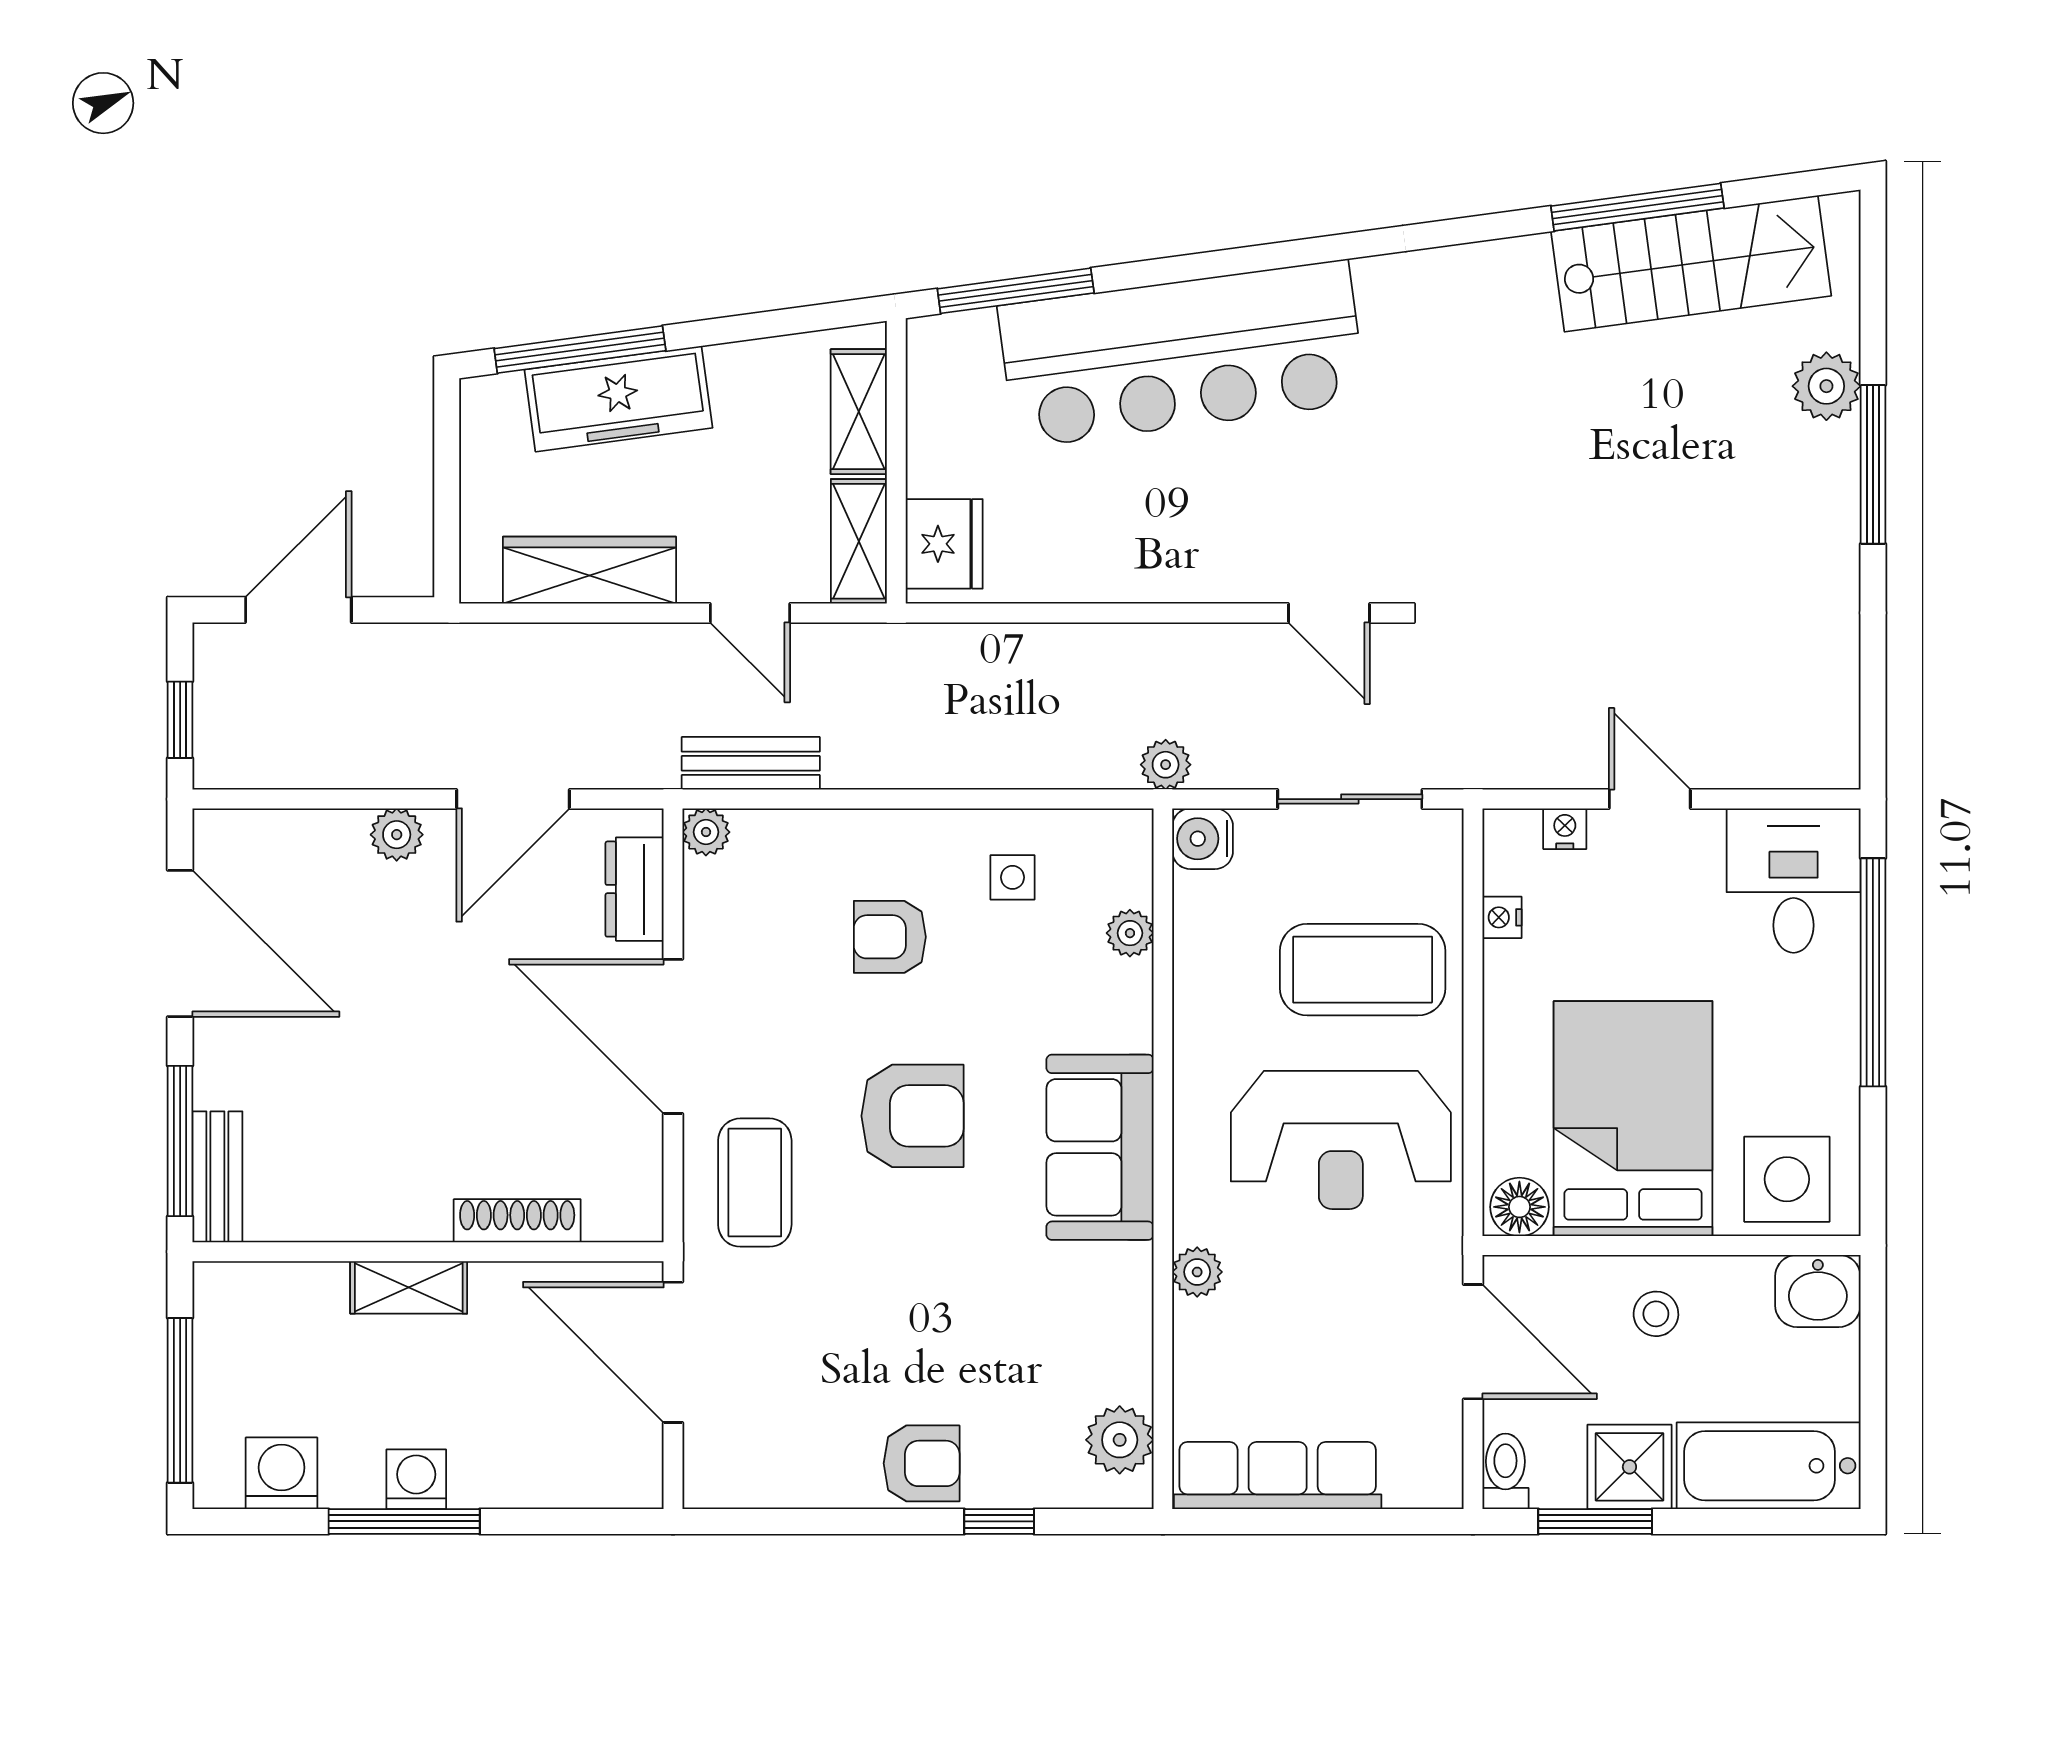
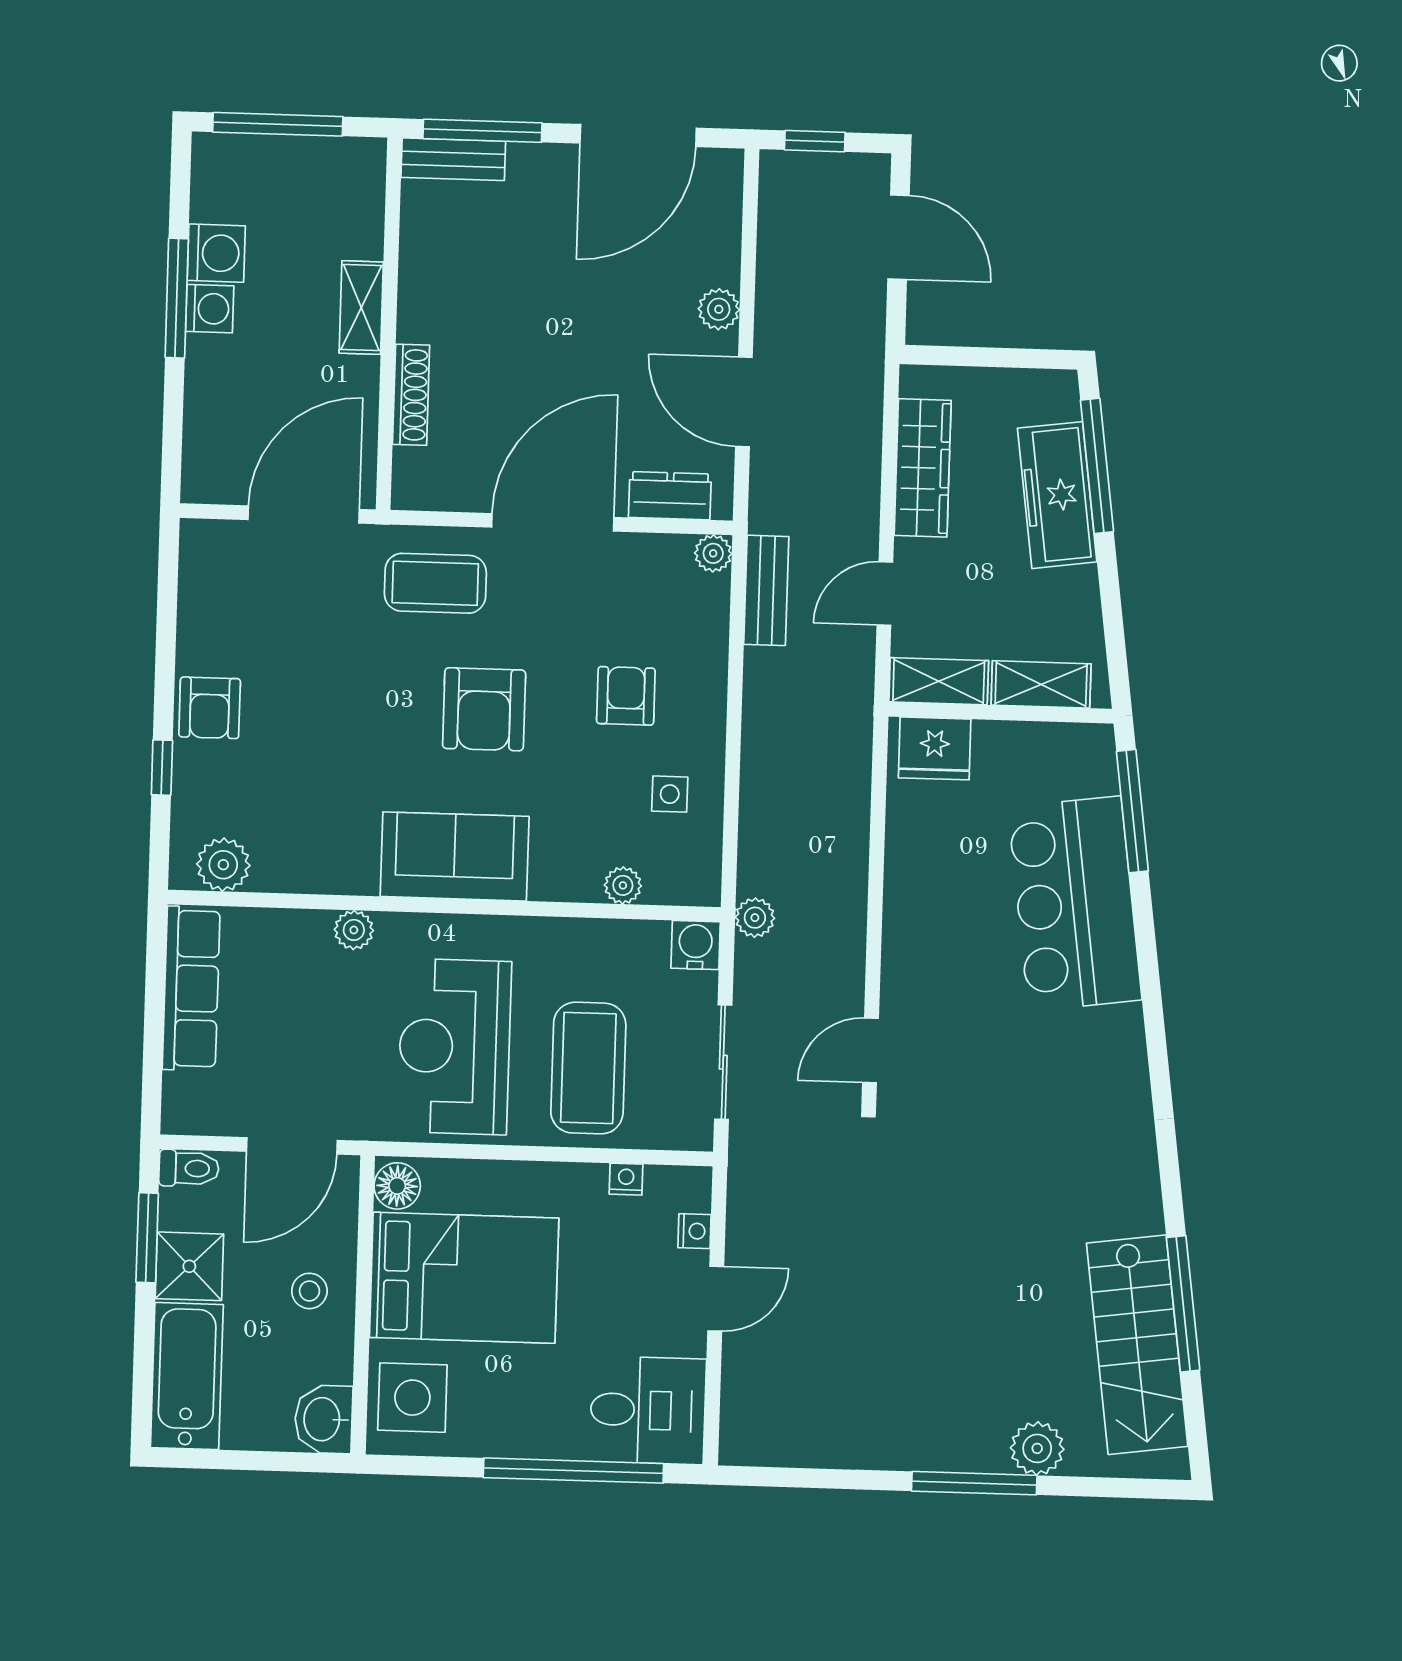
bar counter: (1182, 354) -> (1075, 904), width x0.73
washing machine: (282, 1473) -> (216, 253), moved

